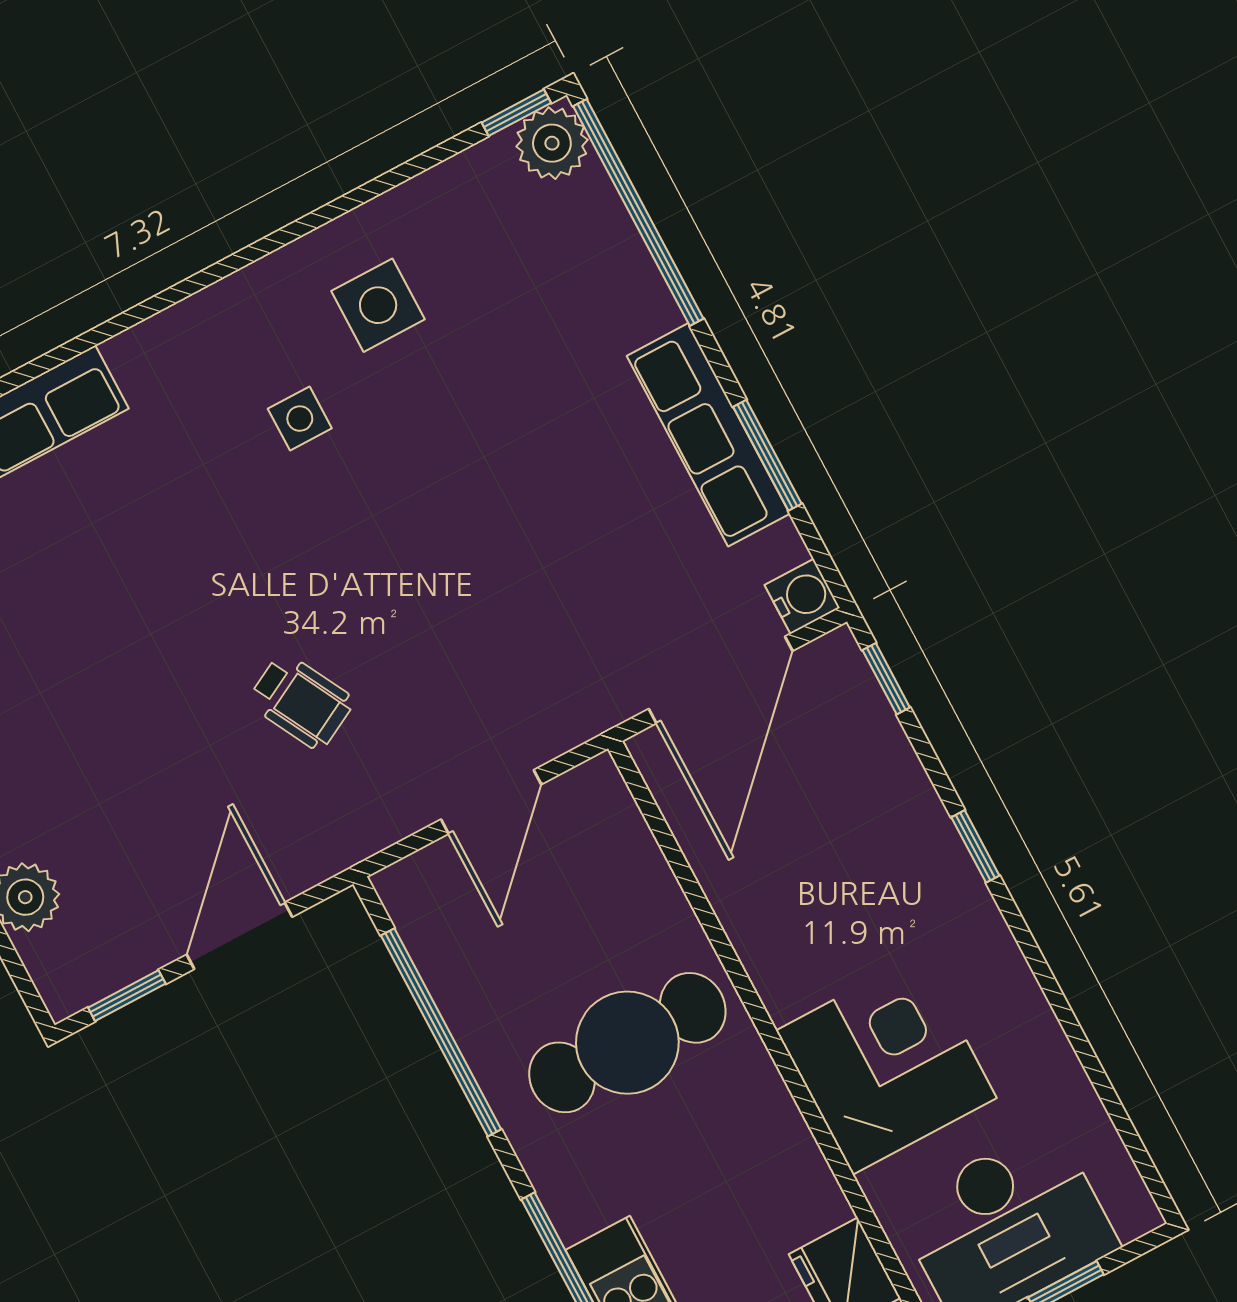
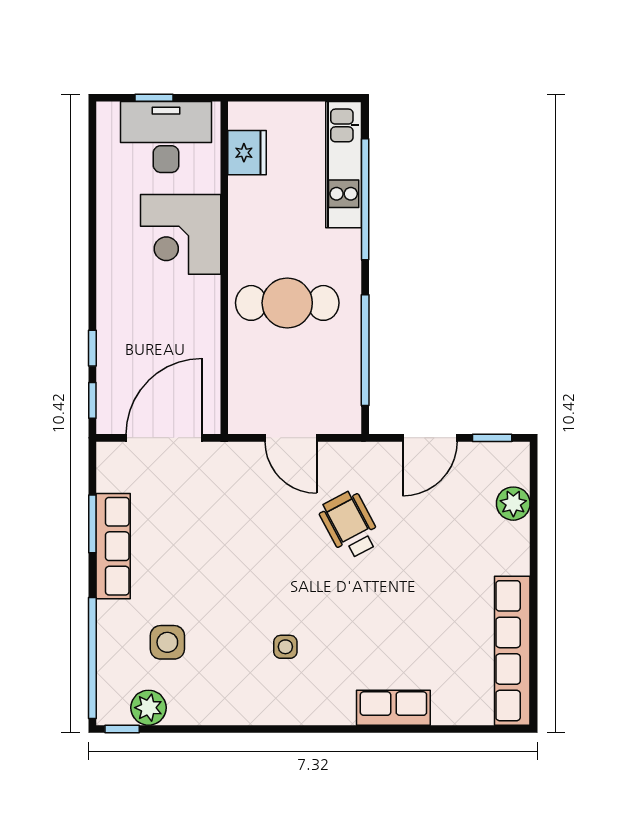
plant: (552, 143) -> (148, 708), moved
side table: (378, 305) -> (167, 642), moved
water cooler: (802, 596) -> (110, 455), removed
wheelchair: (301, 701) -> (350, 525), width x1.36, depth x1.37
door: (491, 802) -> (291, 438), swing flipped
window: (975, 846) -> (92, 348), moved

